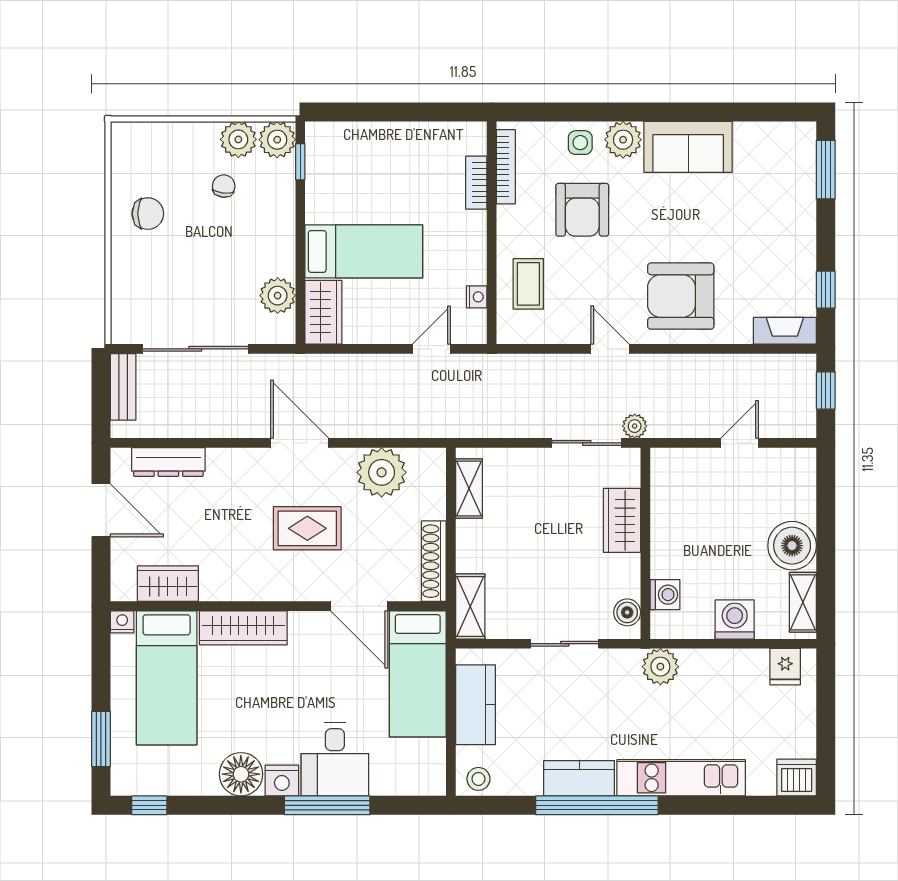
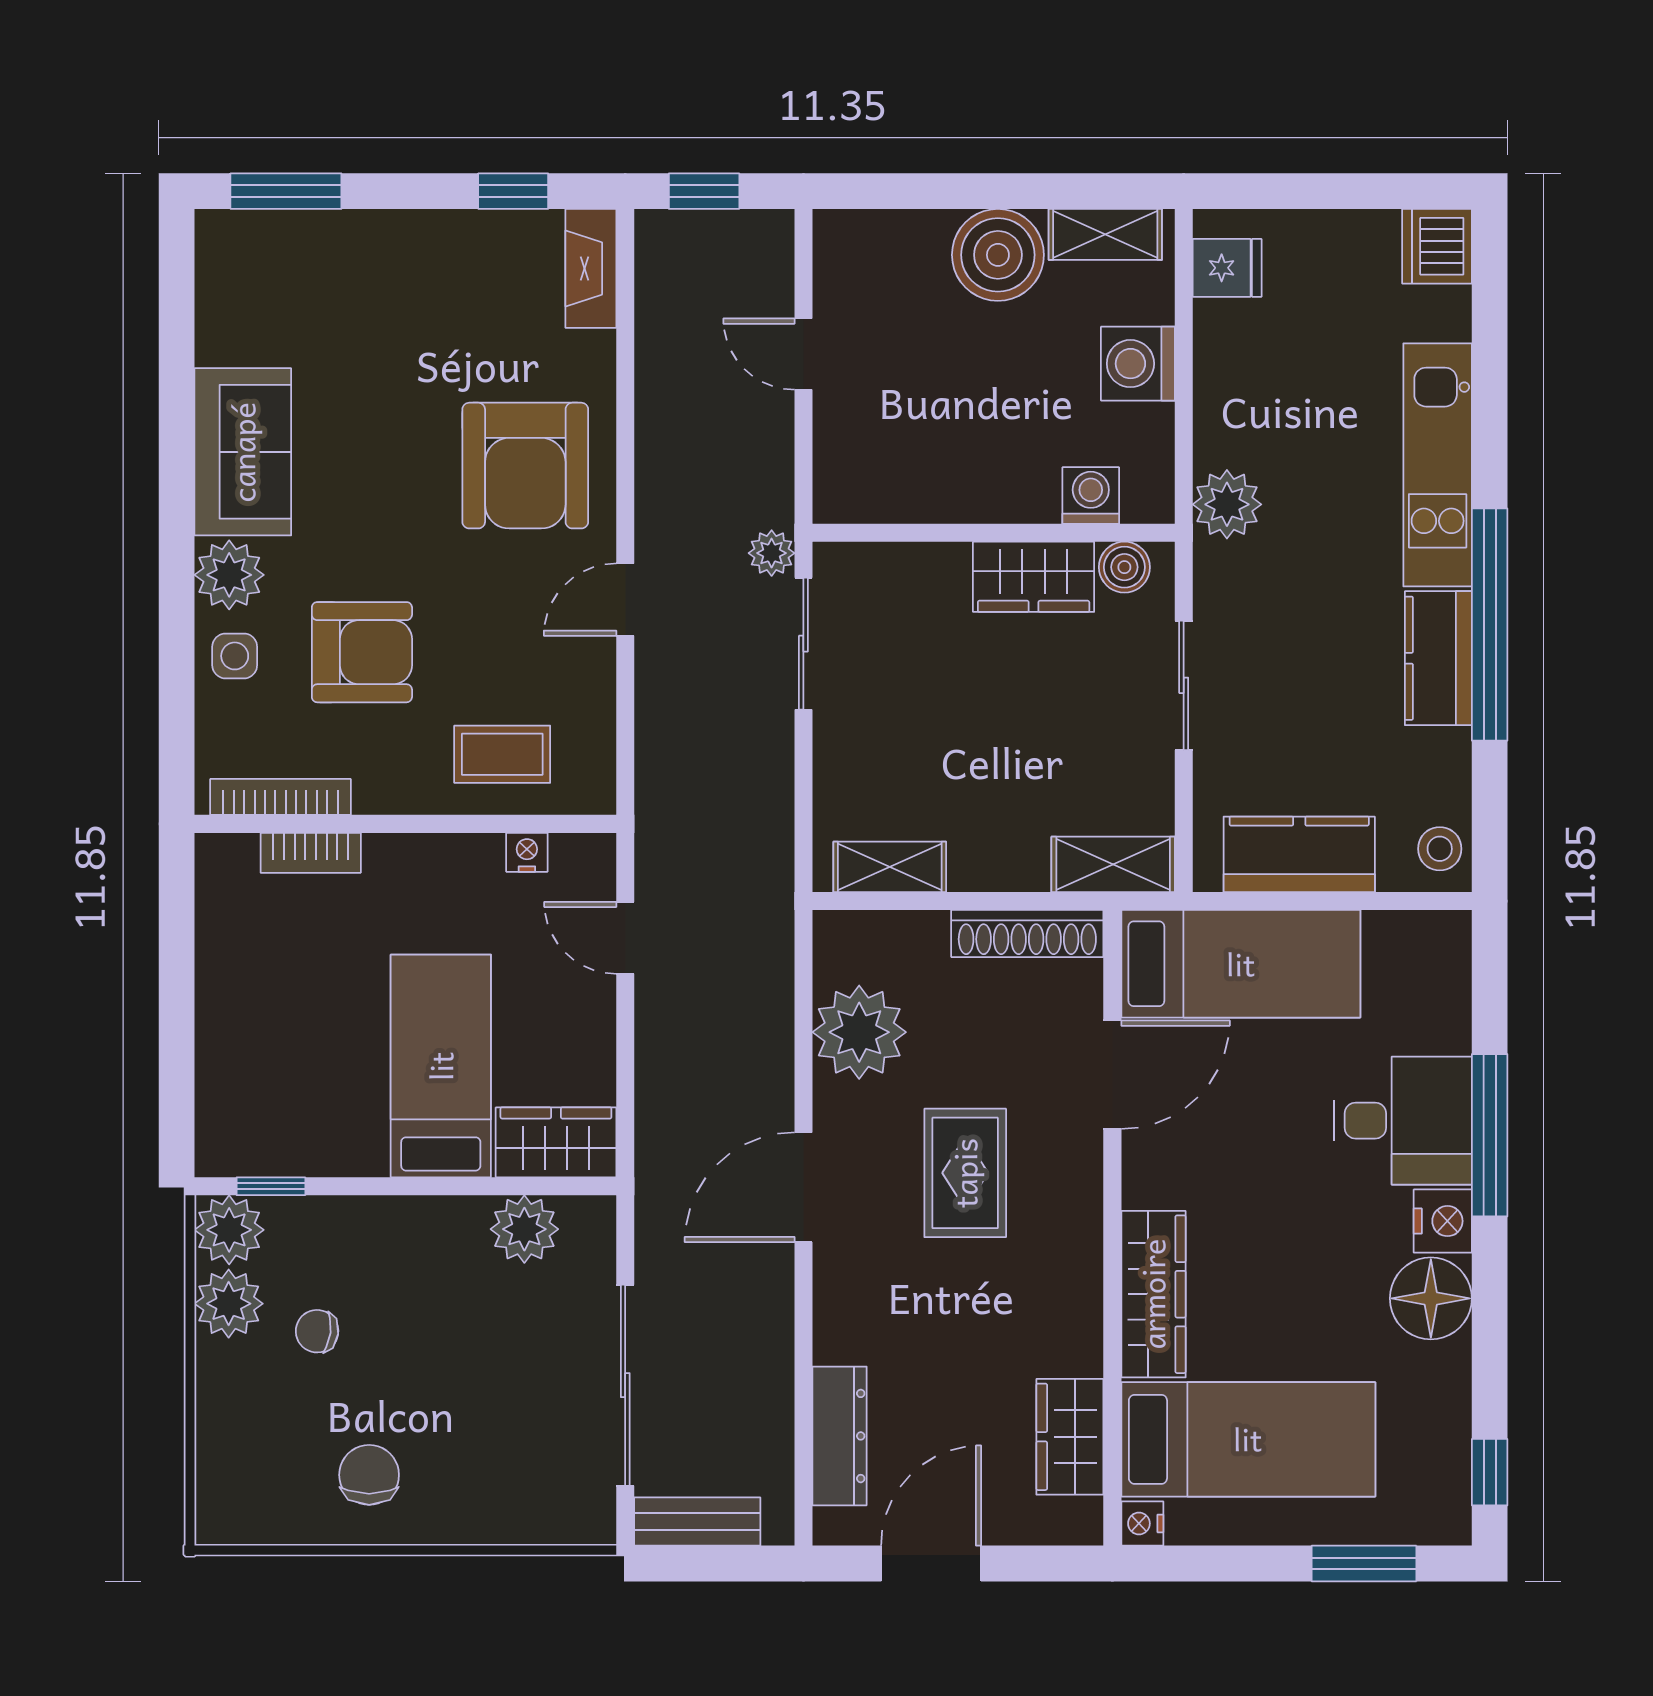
wardrobe: (622, 520) -> (1034, 577), moved

